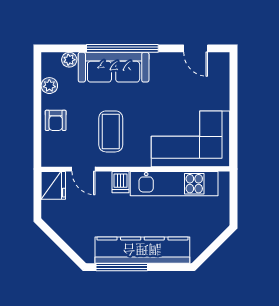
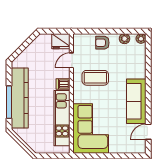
window: (122, 48) -> (148, 85), removed
plant: (69, 60) -> (141, 39), moved
sofa: (114, 67) -> (136, 101), moved
window: (122, 267) -> (9, 102), moved

